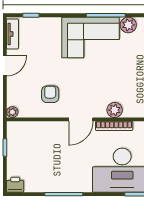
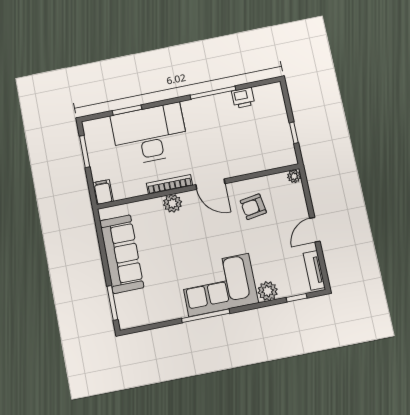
plant: (128, 25) -> (268, 291), moved
armchair: (50, 94) -> (253, 207), turned 81
door: (81, 119) -> (210, 184), swing flipped
printer: (15, 185) -> (243, 98), moved

